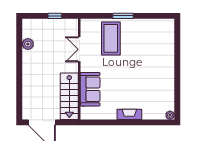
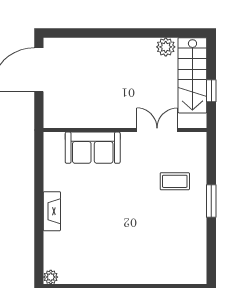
coffee table: (111, 38) -> (175, 181), width x0.54, depth x0.58
stairs: (69, 96) -> (192, 75), moved, turned -90

